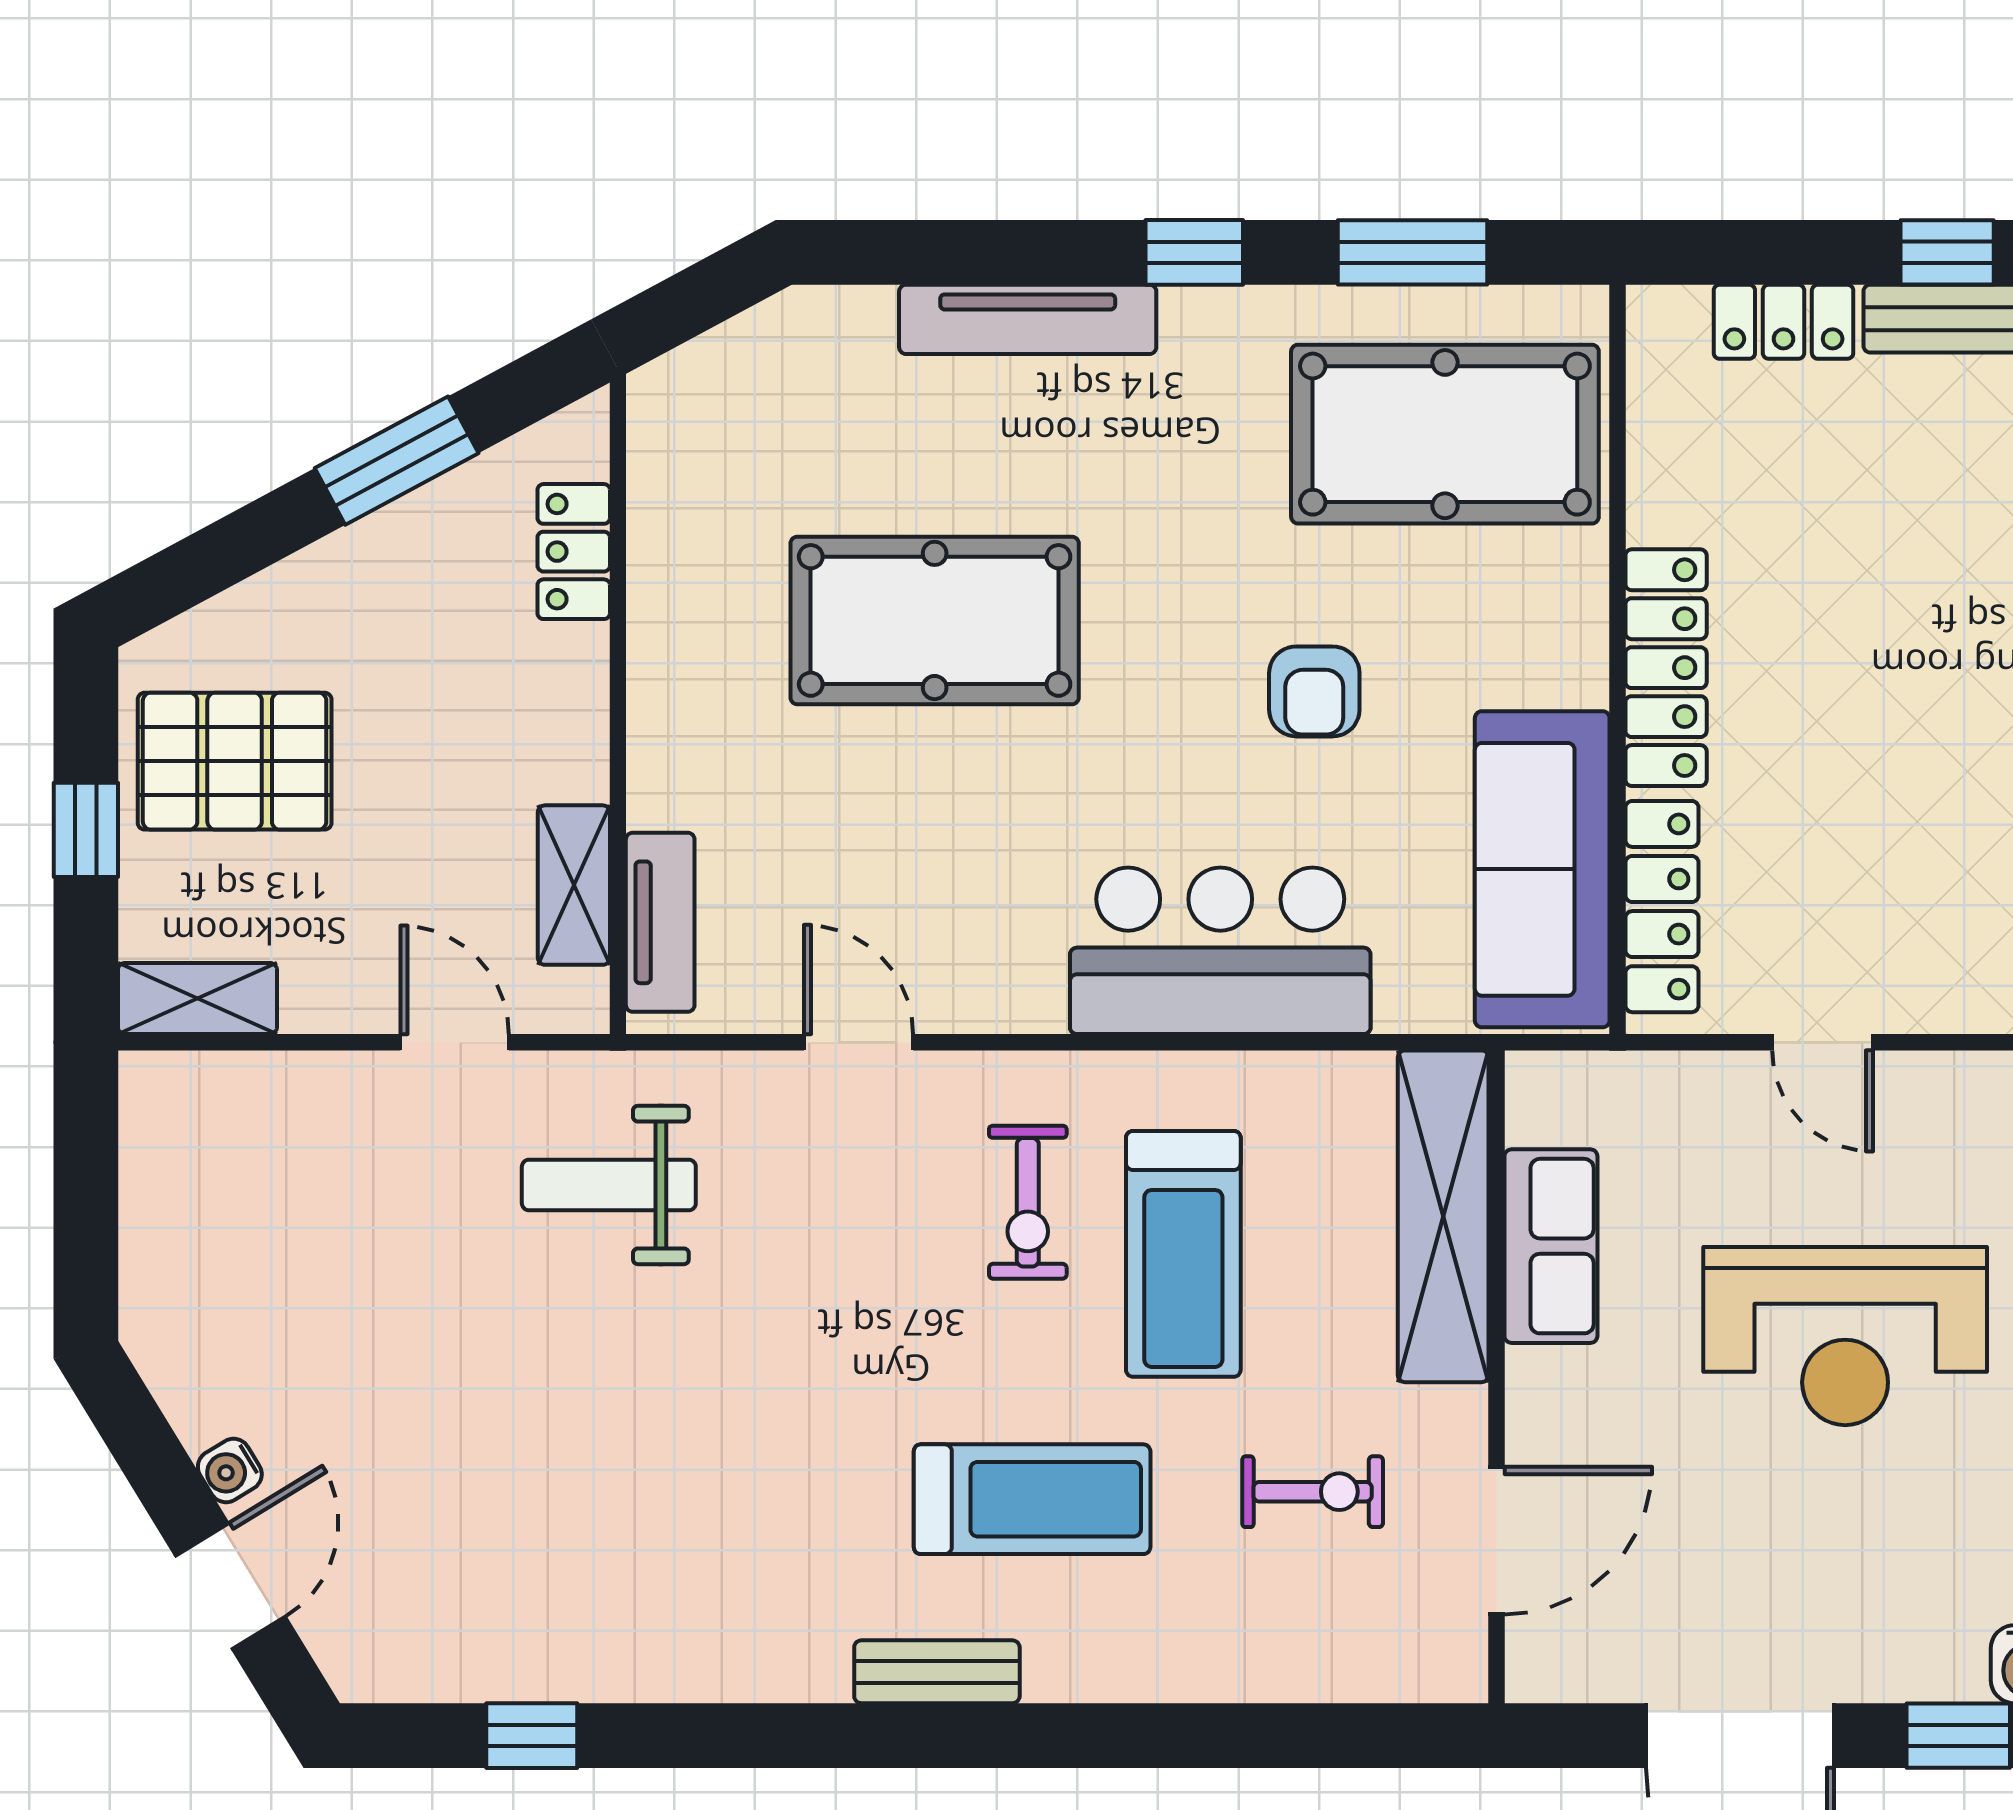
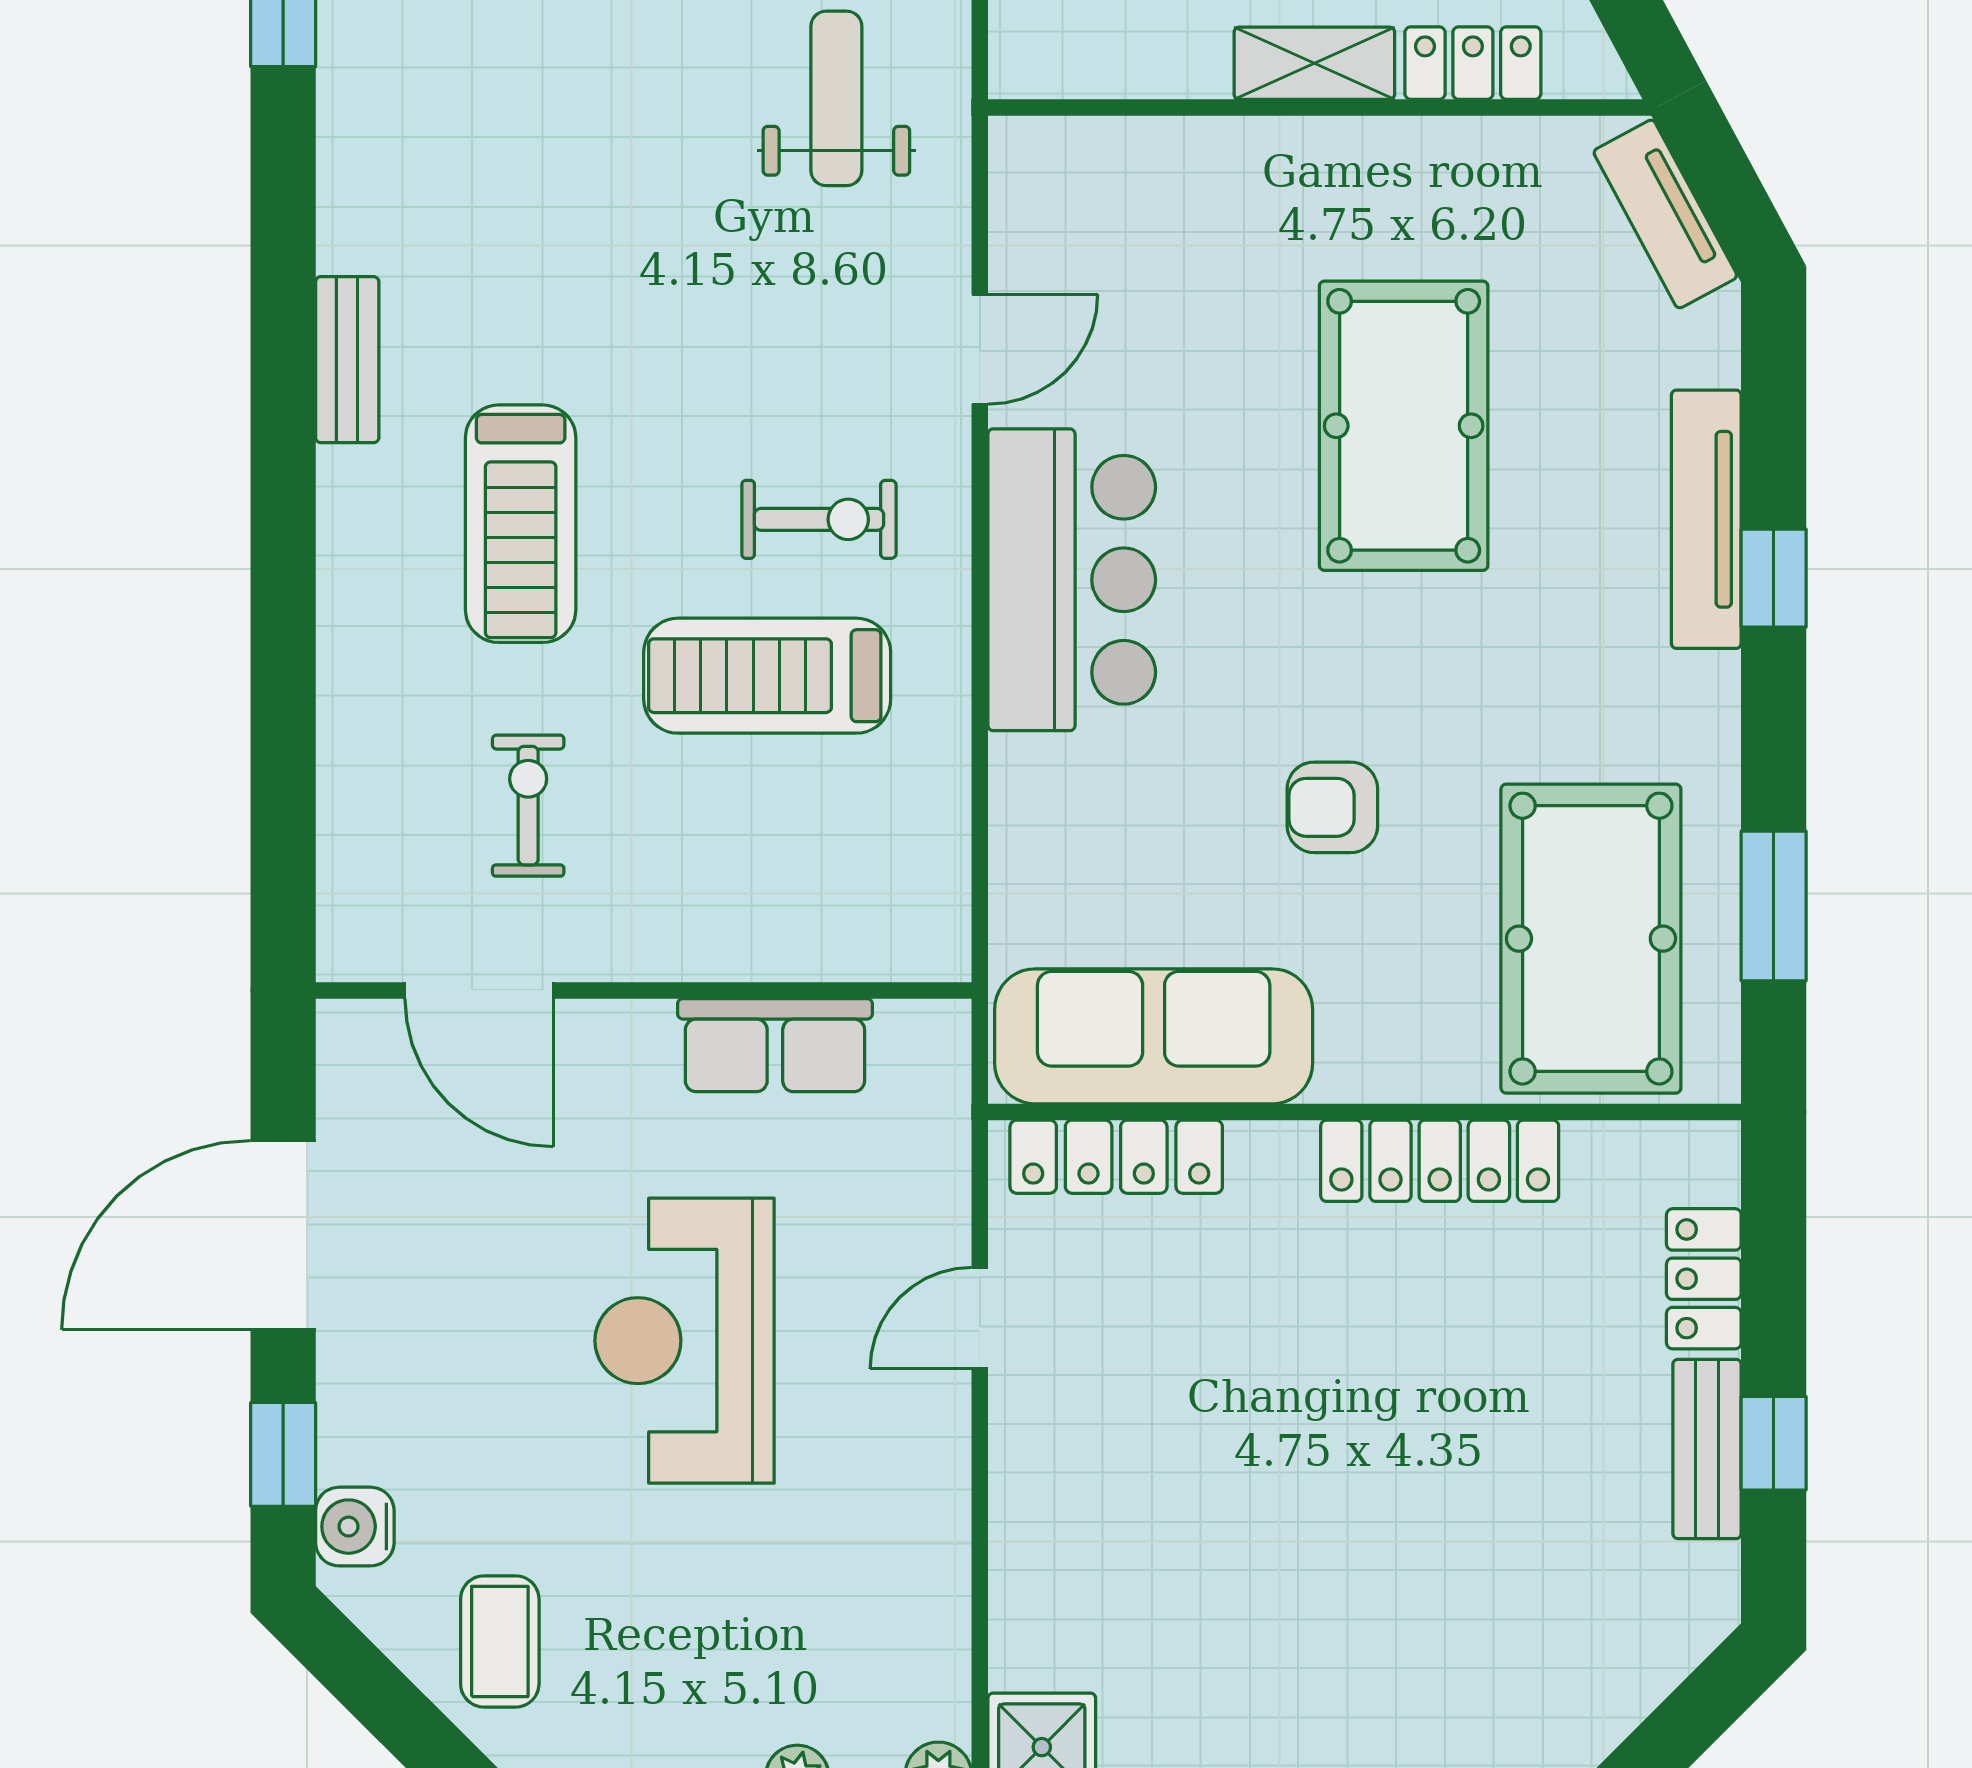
window: (1194, 252) -> (1774, 578), moved
locker: (1666, 668) -> (1440, 1161), moved
shelving: (574, 885) -> (1314, 63), moved
tv unit: (660, 922) -> (1665, 214), moved, turned 62
bar counter: (1220, 951) -> (1072, 580), moved
exercise bike: (1028, 1202) -> (819, 519), turned 180
shelving: (1443, 1216) -> (805, 937), removed
exercise bike: (1313, 1492) -> (528, 806), turned 180
bench: (937, 1672) -> (347, 360), moved

